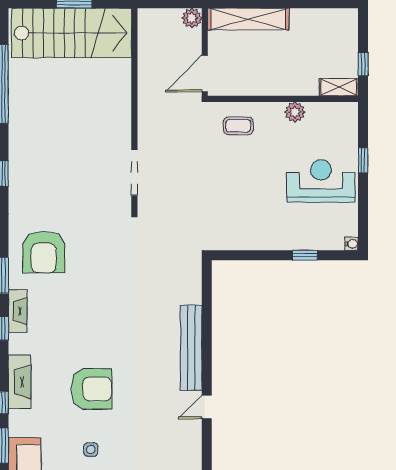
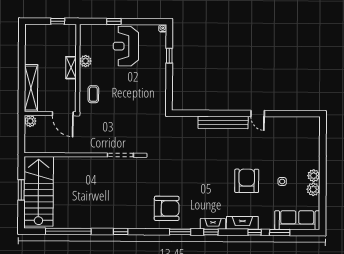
shelving: (339, 87) -> (71, 68), moved
fireplace: (18, 311) -> (213, 224), moved

